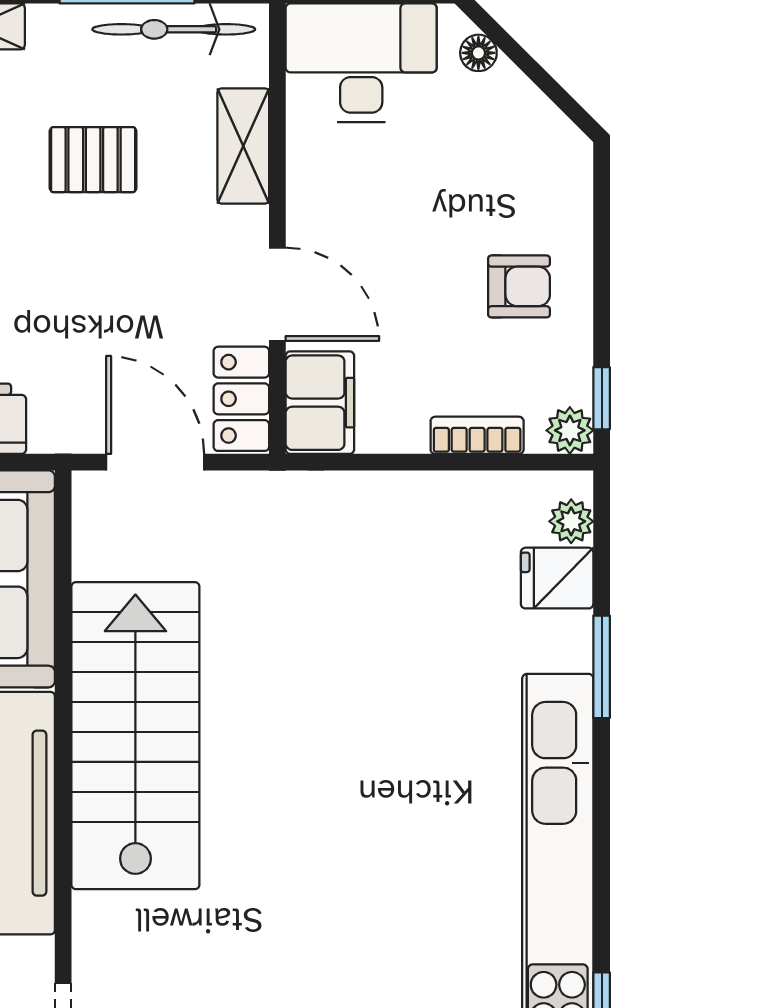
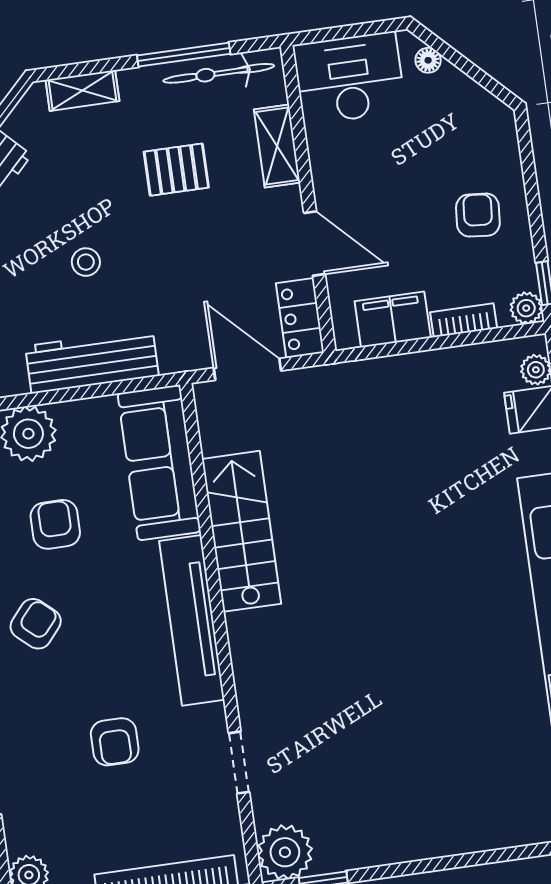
armchair: (519, 286) -> (478, 215), turned -85
filing cabinet: (320, 403) -> (393, 319), moved, turned -90
stairs: (135, 736) -> (242, 531), width x0.73, depth x0.66

